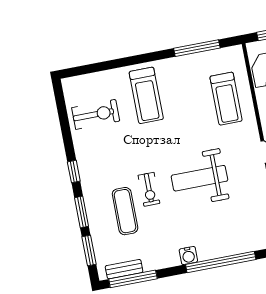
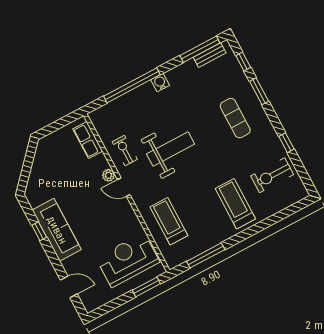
window: (74, 171) -> (286, 143), moved
exercise bike: (149, 189) -> (125, 151), moved
exercise mat: (125, 211) -> (235, 118), moved
window: (89, 250) -> (243, 61), width x0.67

